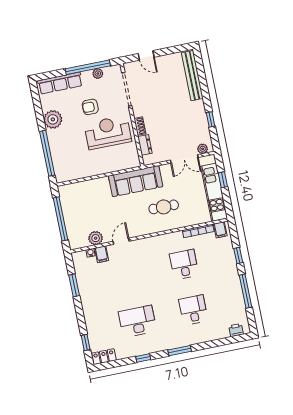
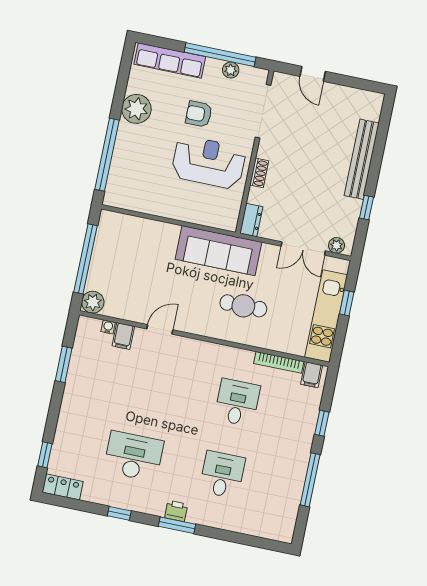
bench: (192, 76) -> (362, 159), moved
dresser: (145, 145) -> (251, 220), moved
plant: (96, 238) -> (93, 302), moved
printer: (236, 330) -> (176, 511), moved

